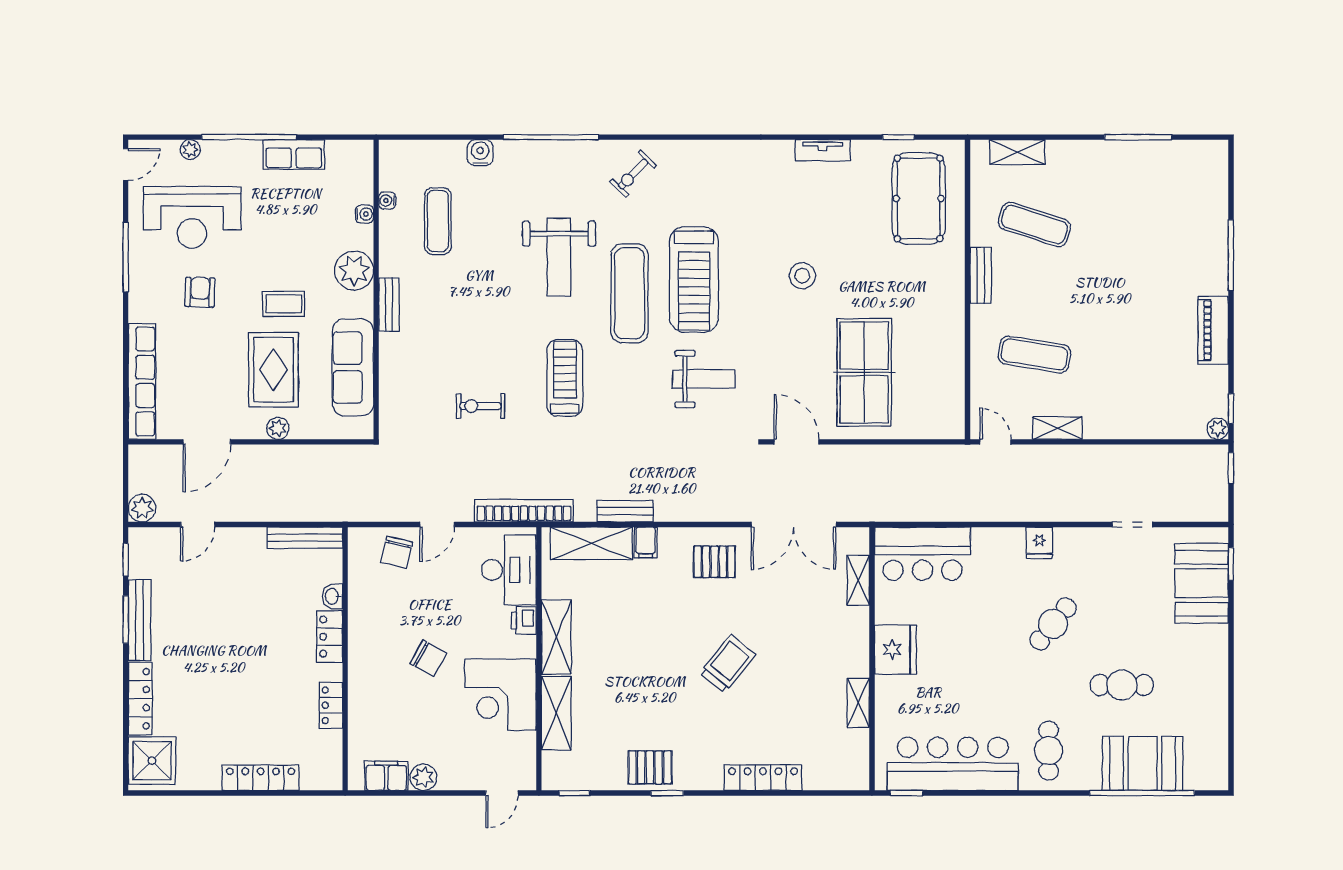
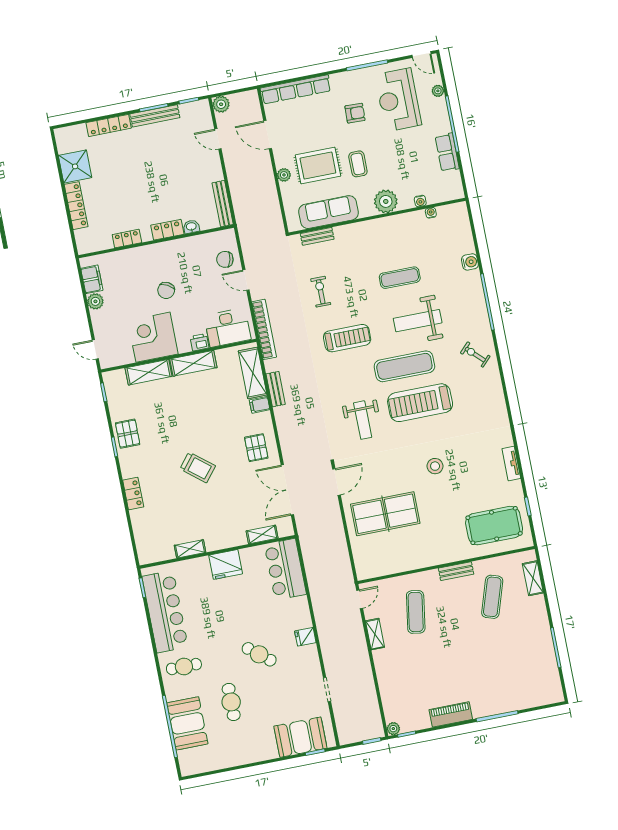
exercise mat: (438, 221) -> (400, 278), moved
bench: (389, 304) -> (317, 236), moved
shower: (152, 761) -> (75, 166), moved
locker: (763, 778) -> (133, 494), width x0.66

